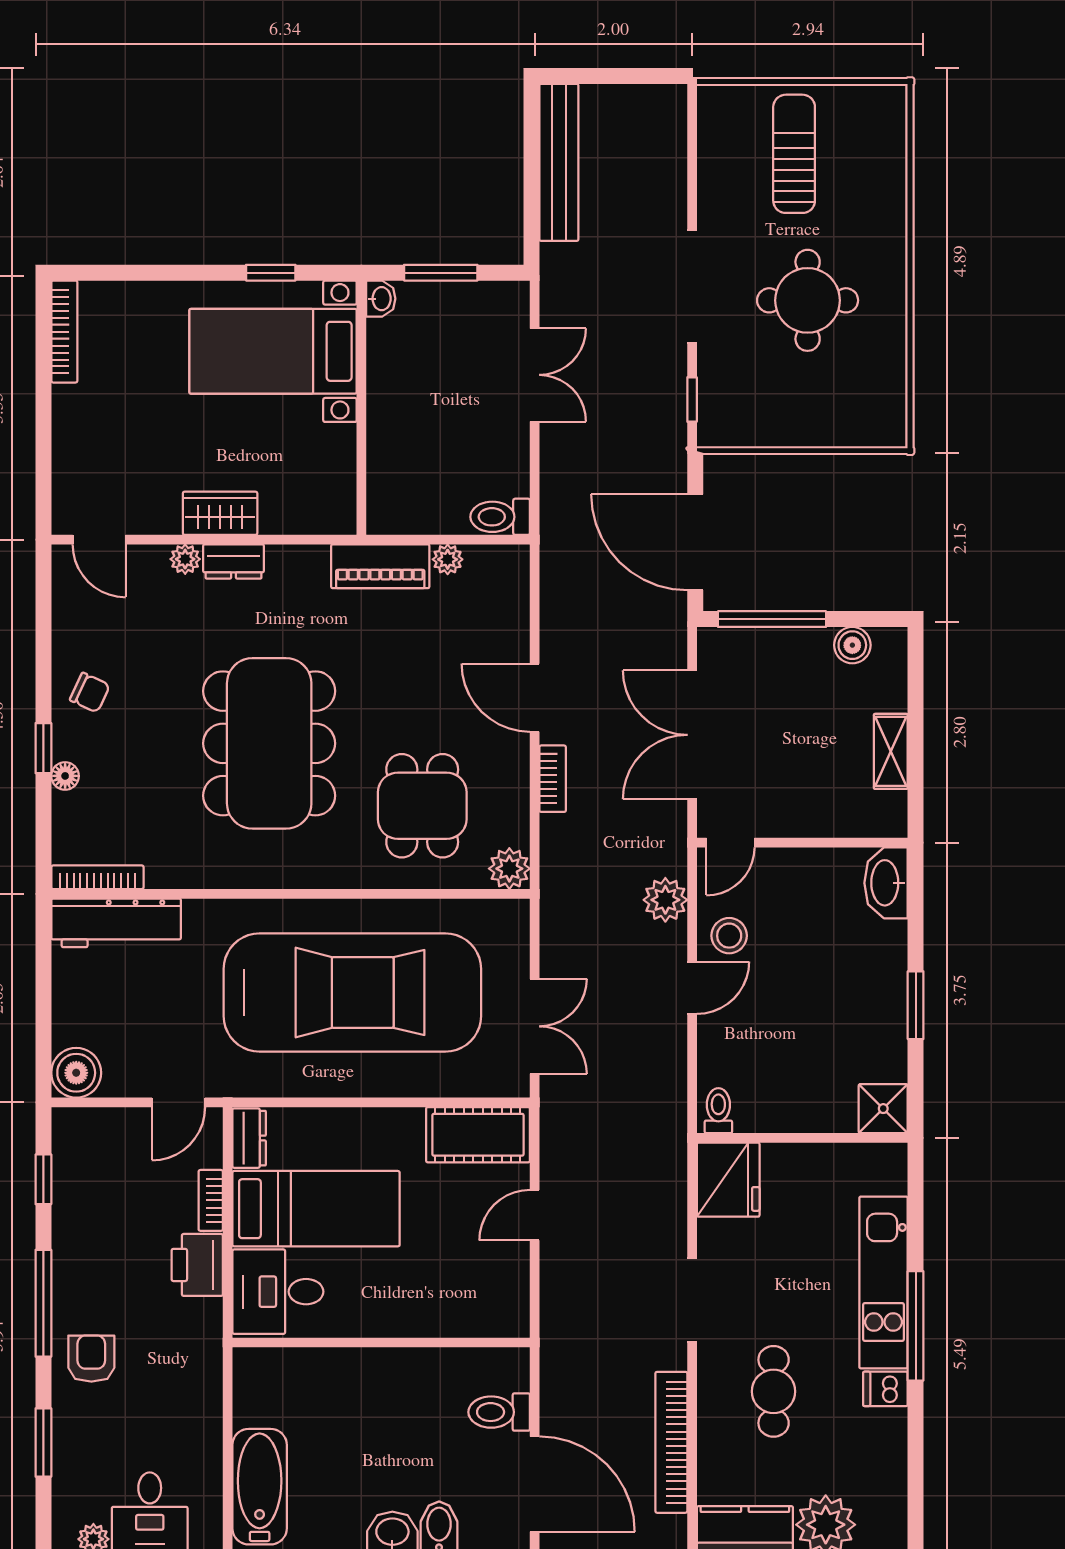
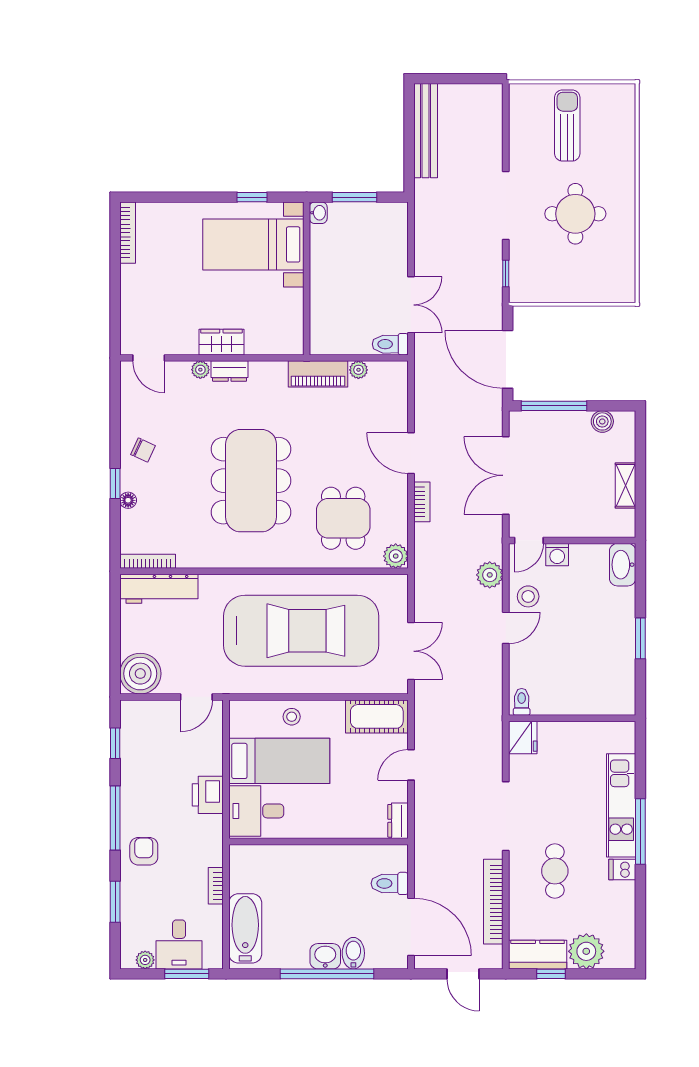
double door: (535, 375) -> (411, 305), moved
washing machine: (777, 866) -> (557, 555), added
boiler: (76, 1073) -> (140, 674), width x1.37, depth x1.37
shower: (883, 1109) -> (621, 701), removed
stool: (337, 1135) -> (292, 717), added
dresser: (249, 1138) -> (398, 821), moved, turned 180
fridge: (728, 1180) -> (523, 738), width x0.73, depth x0.75
bookcase: (211, 1200) -> (216, 886), moved
doorway: (692, 1300) -> (506, 816), width x1.36

